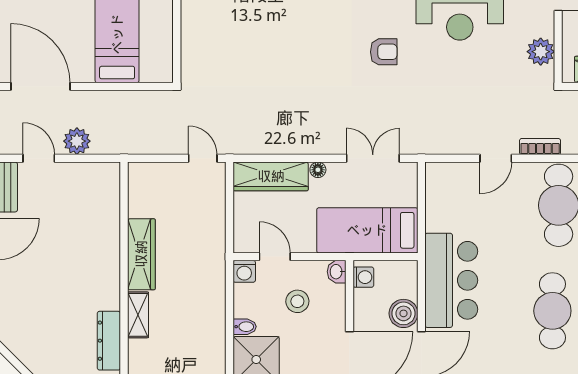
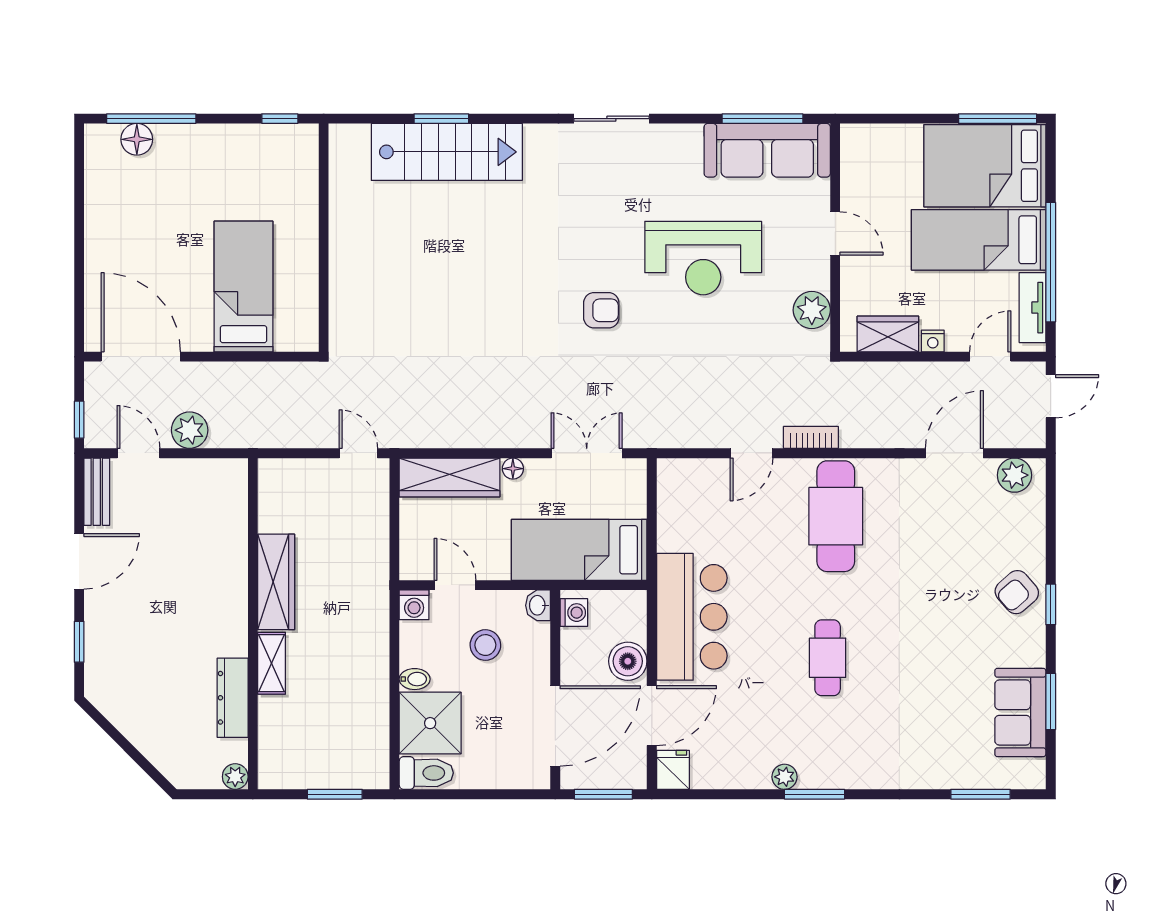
cafe table: (552, 311) -> (828, 658), width x0.73, depth x0.74

